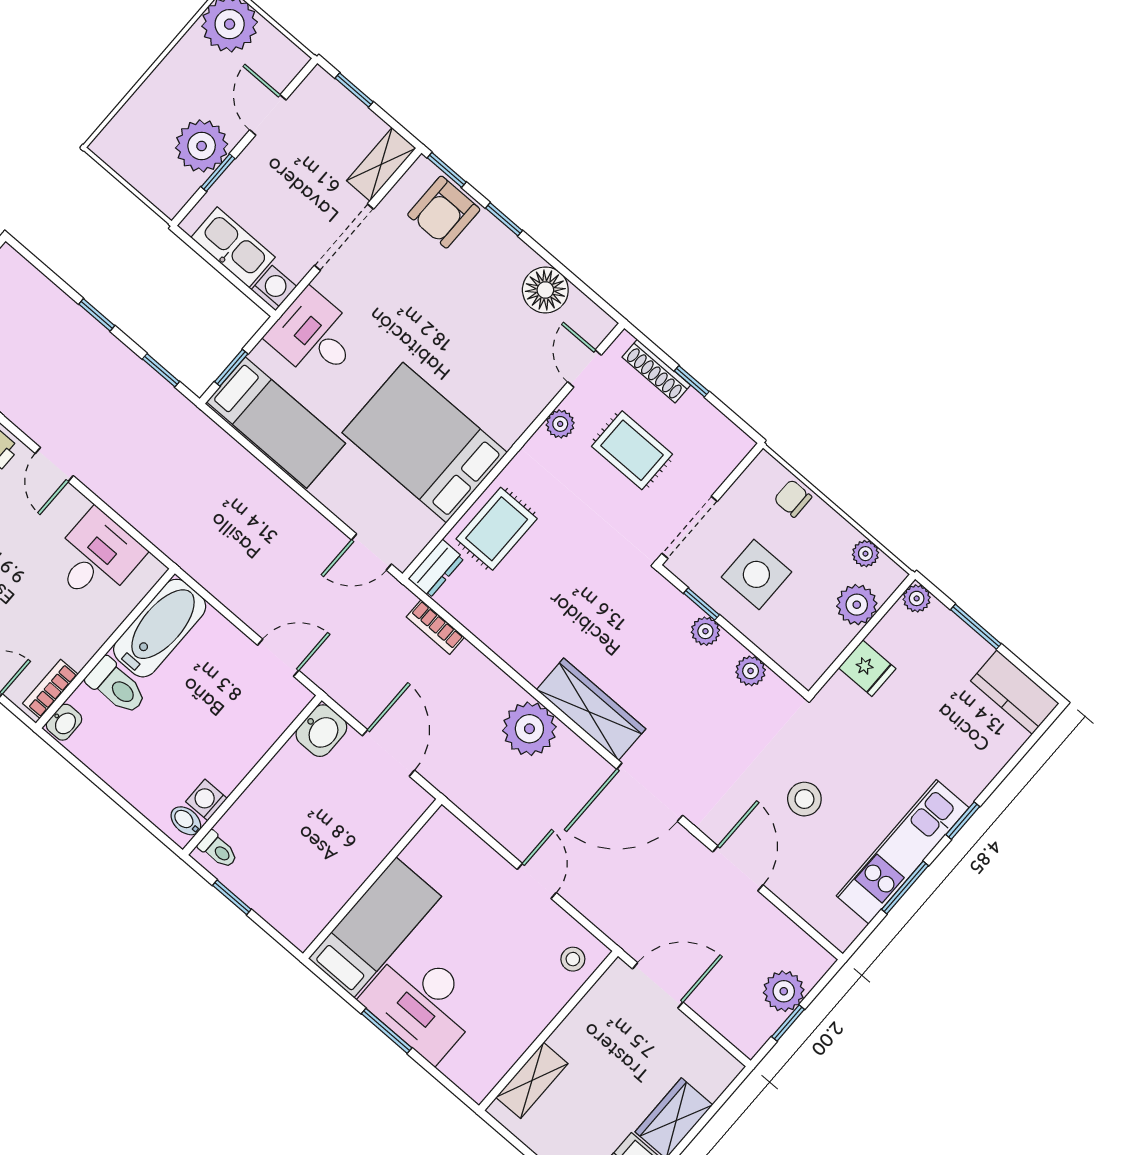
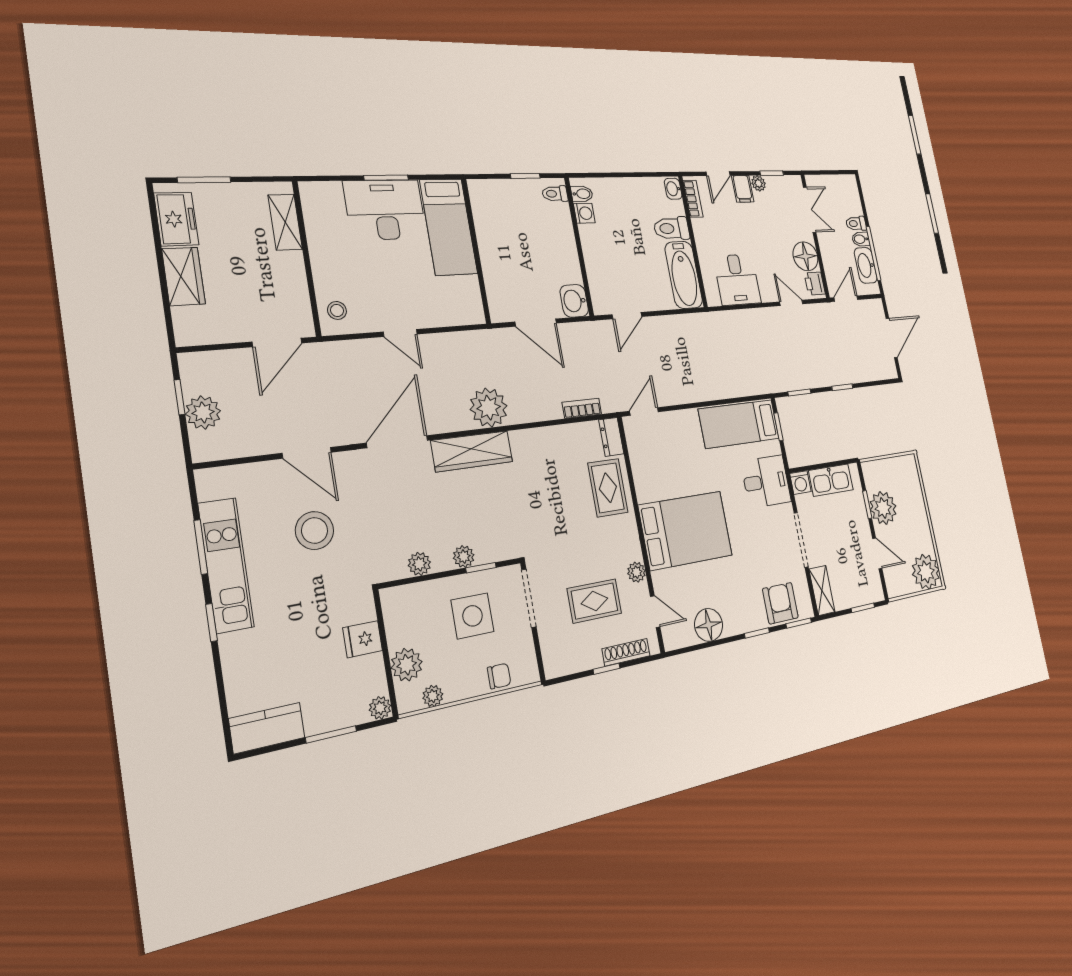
bed: (425, 443) -> (686, 530), moved
stool: (804, 799) -> (315, 530), width x1.38, depth x1.38

